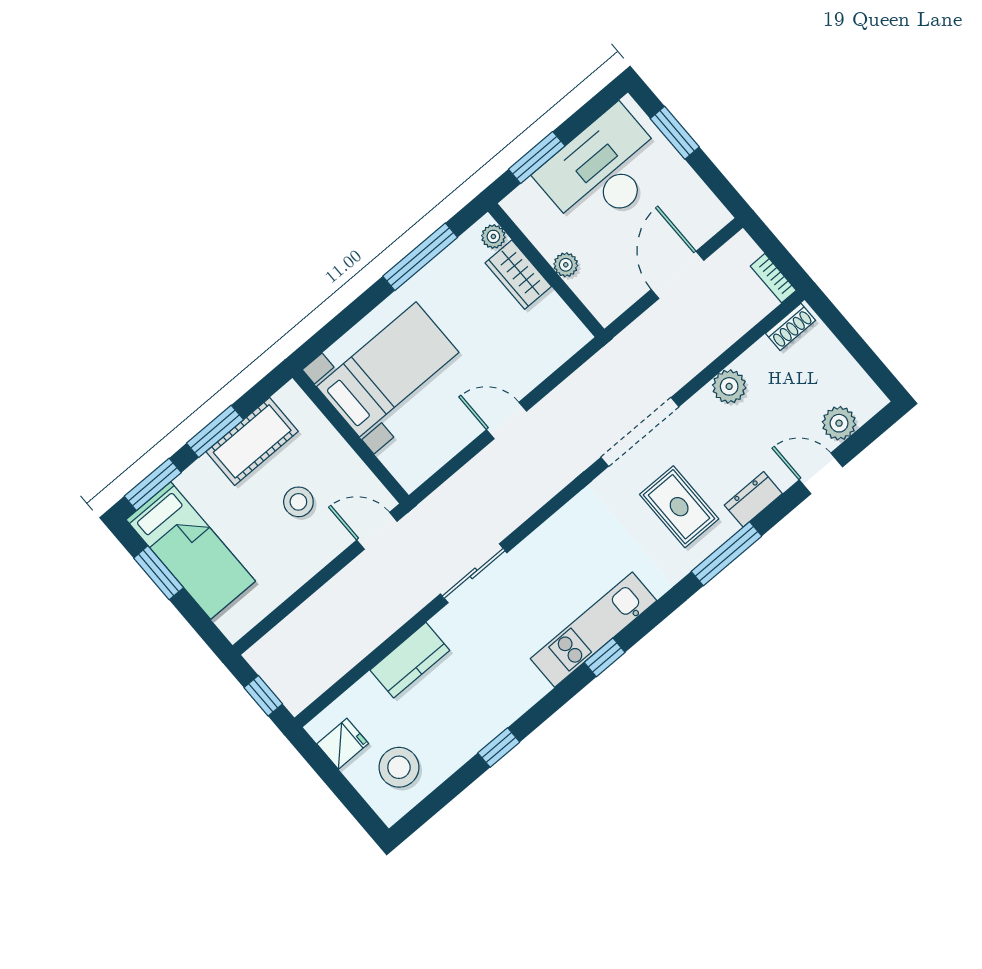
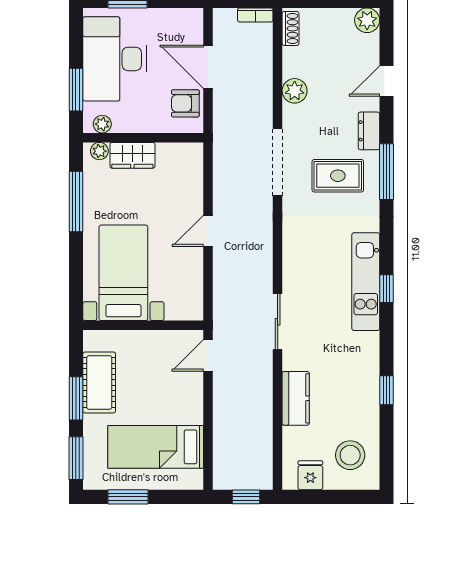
plant: (566, 265) -> (102, 124), moved
armchair: (619, 284) -> (185, 103), added
plant: (839, 423) -> (367, 20), moved
stool: (298, 502) -> (155, 385), removed
bed: (191, 550) -> (156, 447), moved, turned 180

